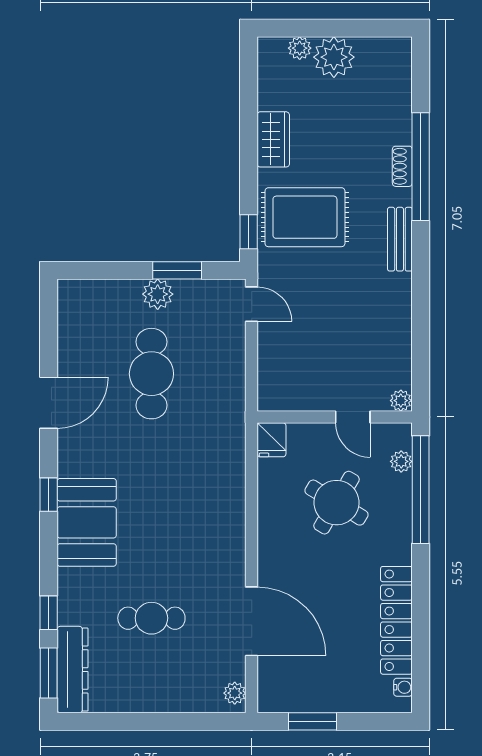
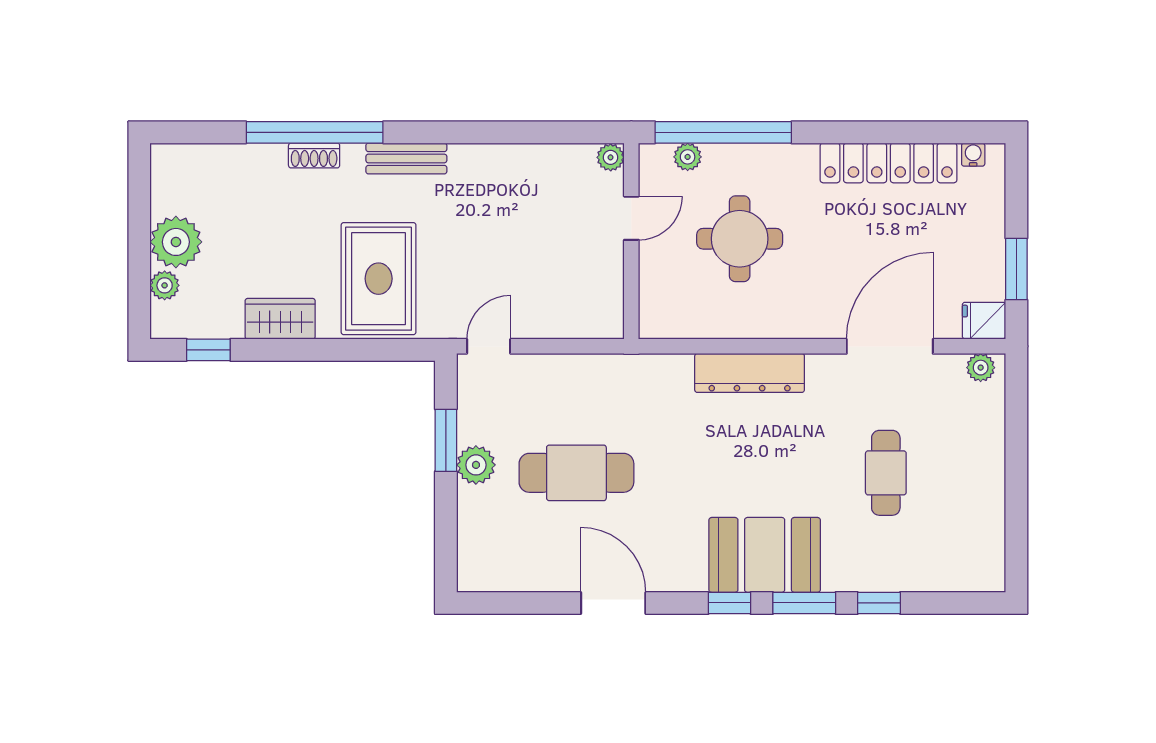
window: (249, 232) -> (208, 350), moved
fridge: (272, 440) -> (984, 321), moved, turned 180
round table: (337, 503) -> (740, 239), turned -31
dresser: (73, 670) -> (750, 373), moved, turned 180
window: (49, 673) -> (804, 603), moved

